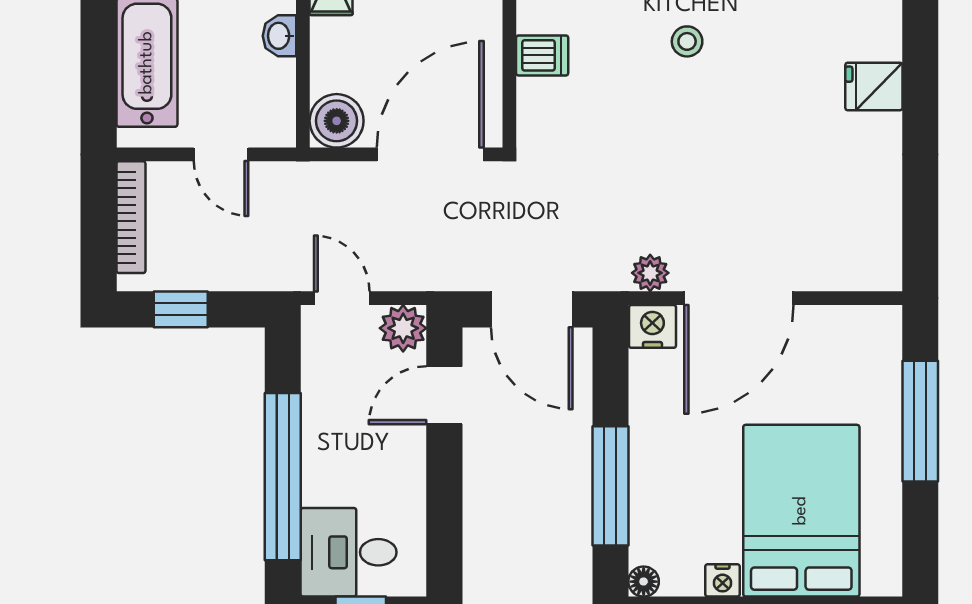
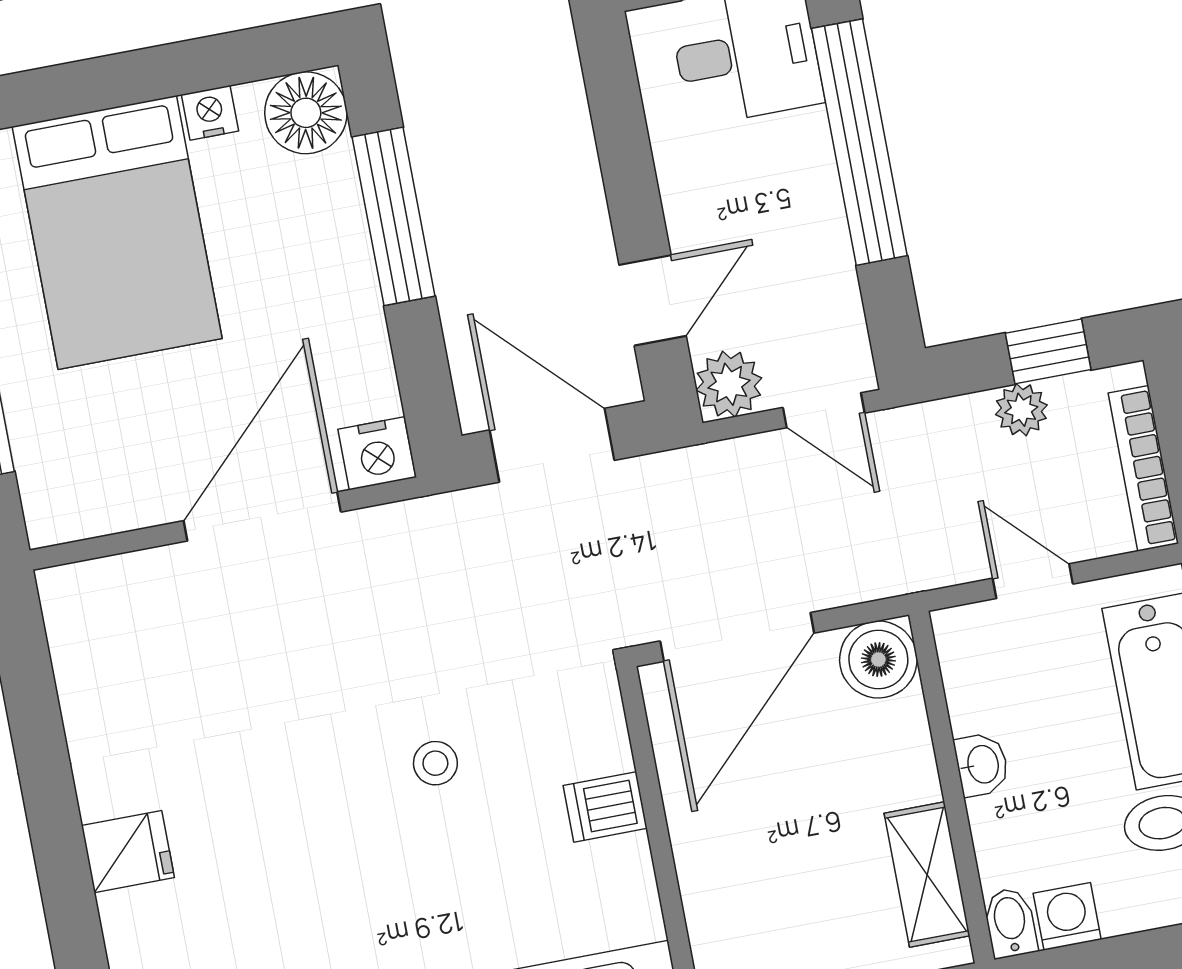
stool: (687, 41) -> (435, 763), moved
plant: (650, 273) -> (1021, 410), moved
floor lamp: (644, 582) -> (306, 113), width x1.89, depth x1.89

